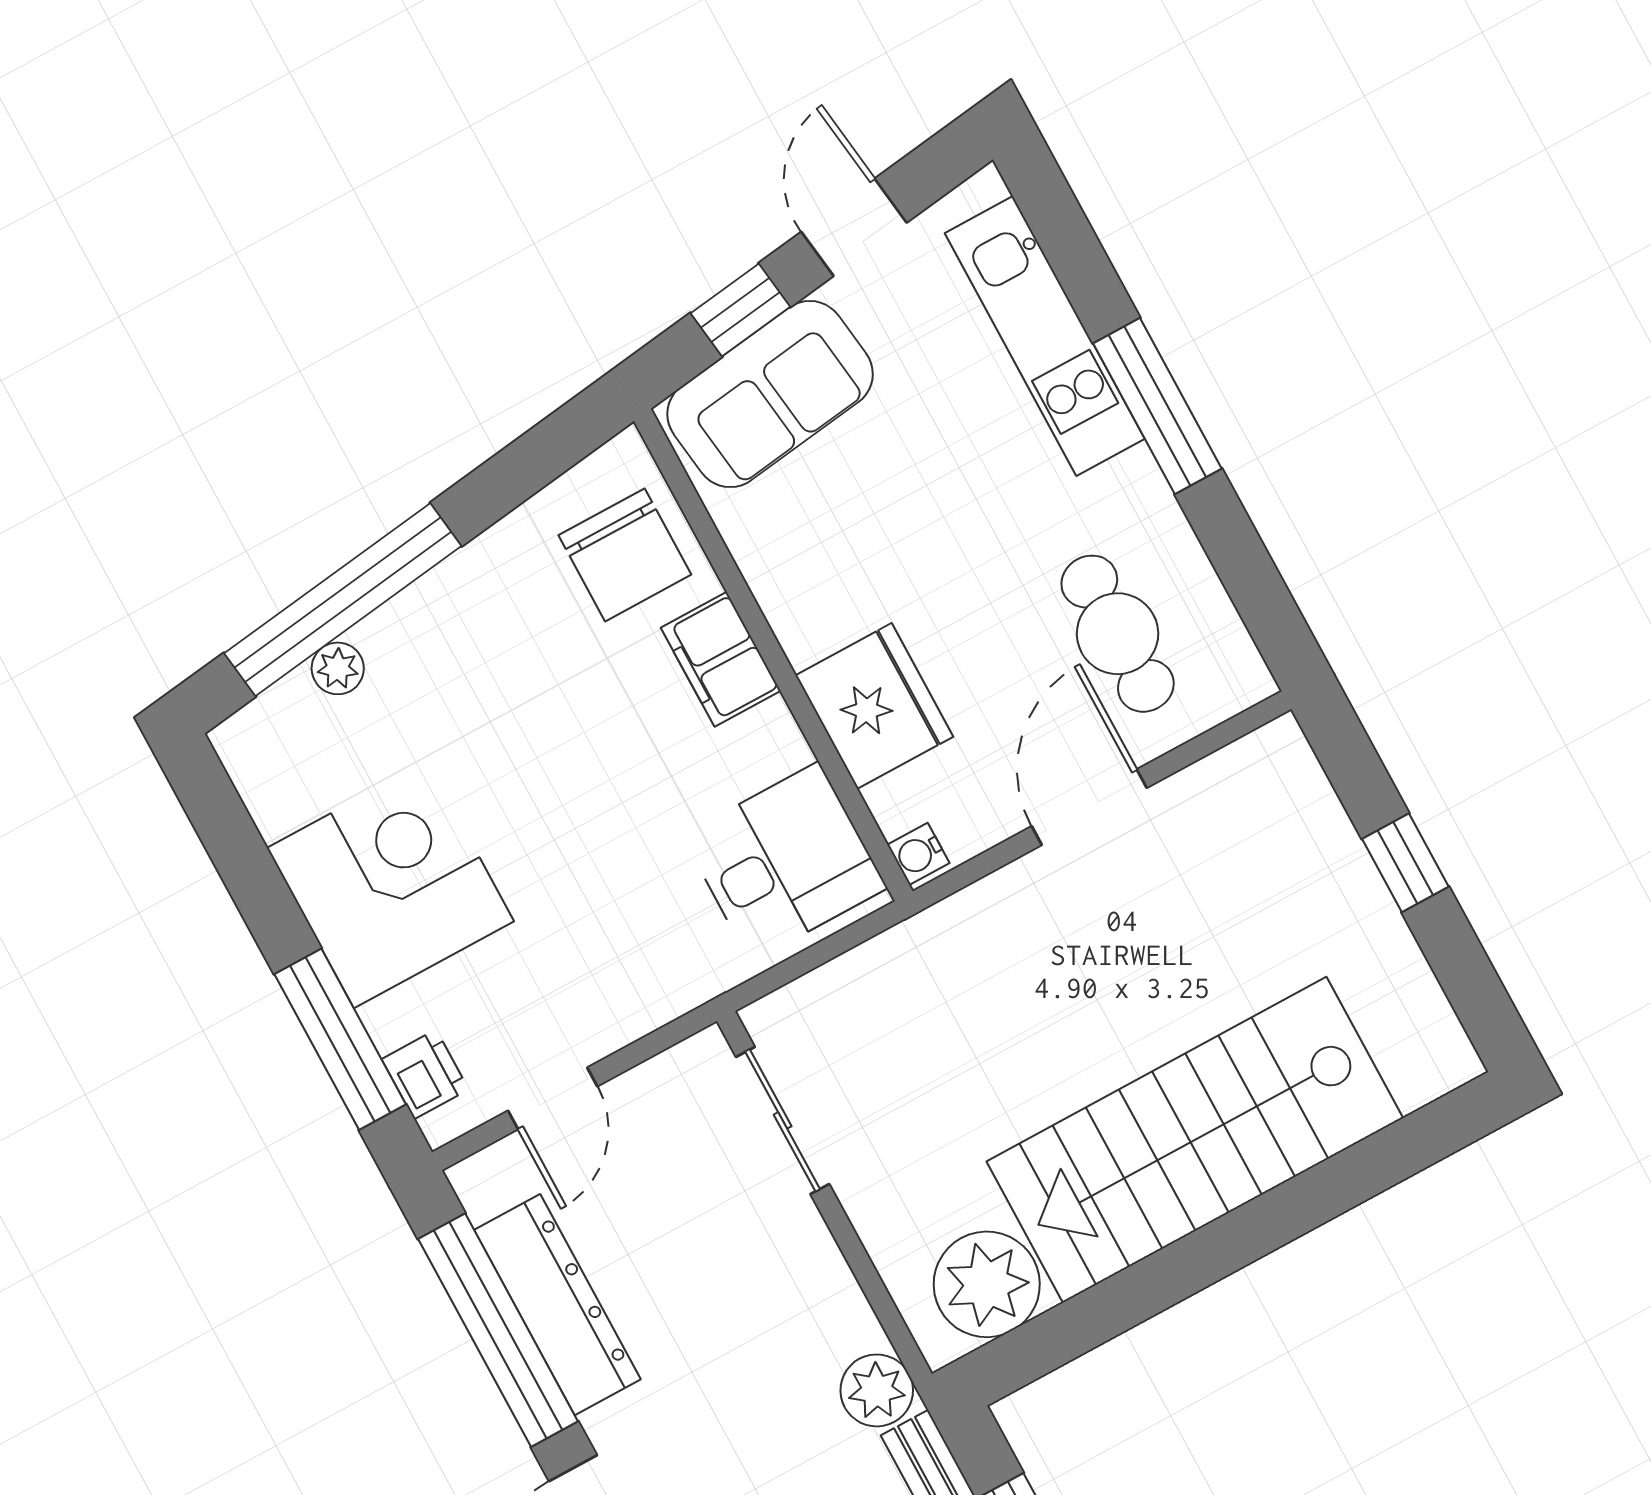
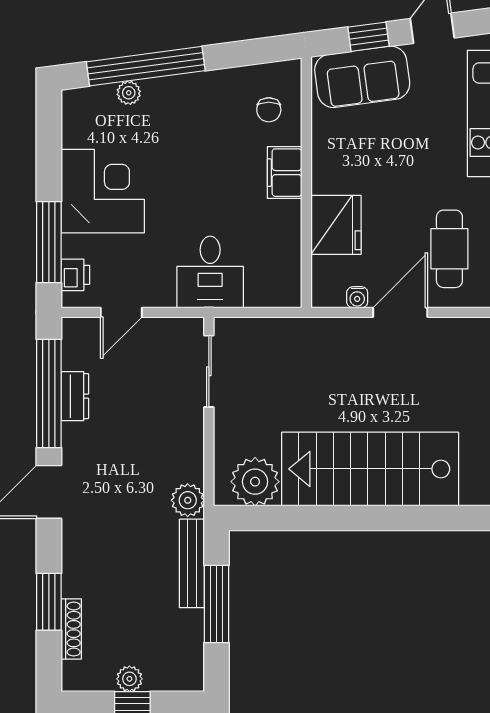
chair: (625, 555) -> (269, 110), width x0.54, depth x0.54
water cooler: (918, 854) -> (357, 297), moved, turned -90
desk: (785, 862) -> (210, 272), moved, turned 90
dresser: (557, 1305) -> (75, 396), width x0.51, depth x0.80

